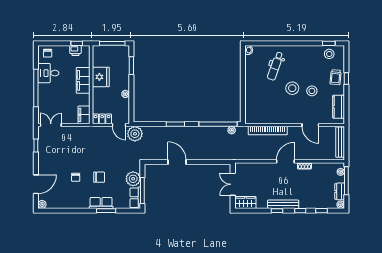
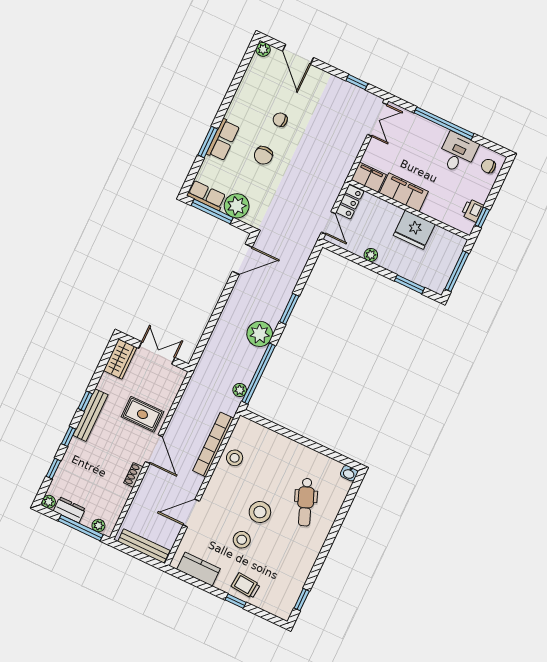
stool: (329, 54) -> (235, 458), moved
dental chair: (275, 66) -> (306, 502), turned -130
filing cabinet: (83, 80) -> (404, 192), moved
door: (119, 125) -> (328, 223), swing flipped
plant: (135, 134) -> (260, 334), moved
door: (177, 162) -> (242, 259), moved
rug: (270, 176) -> (142, 414), added

